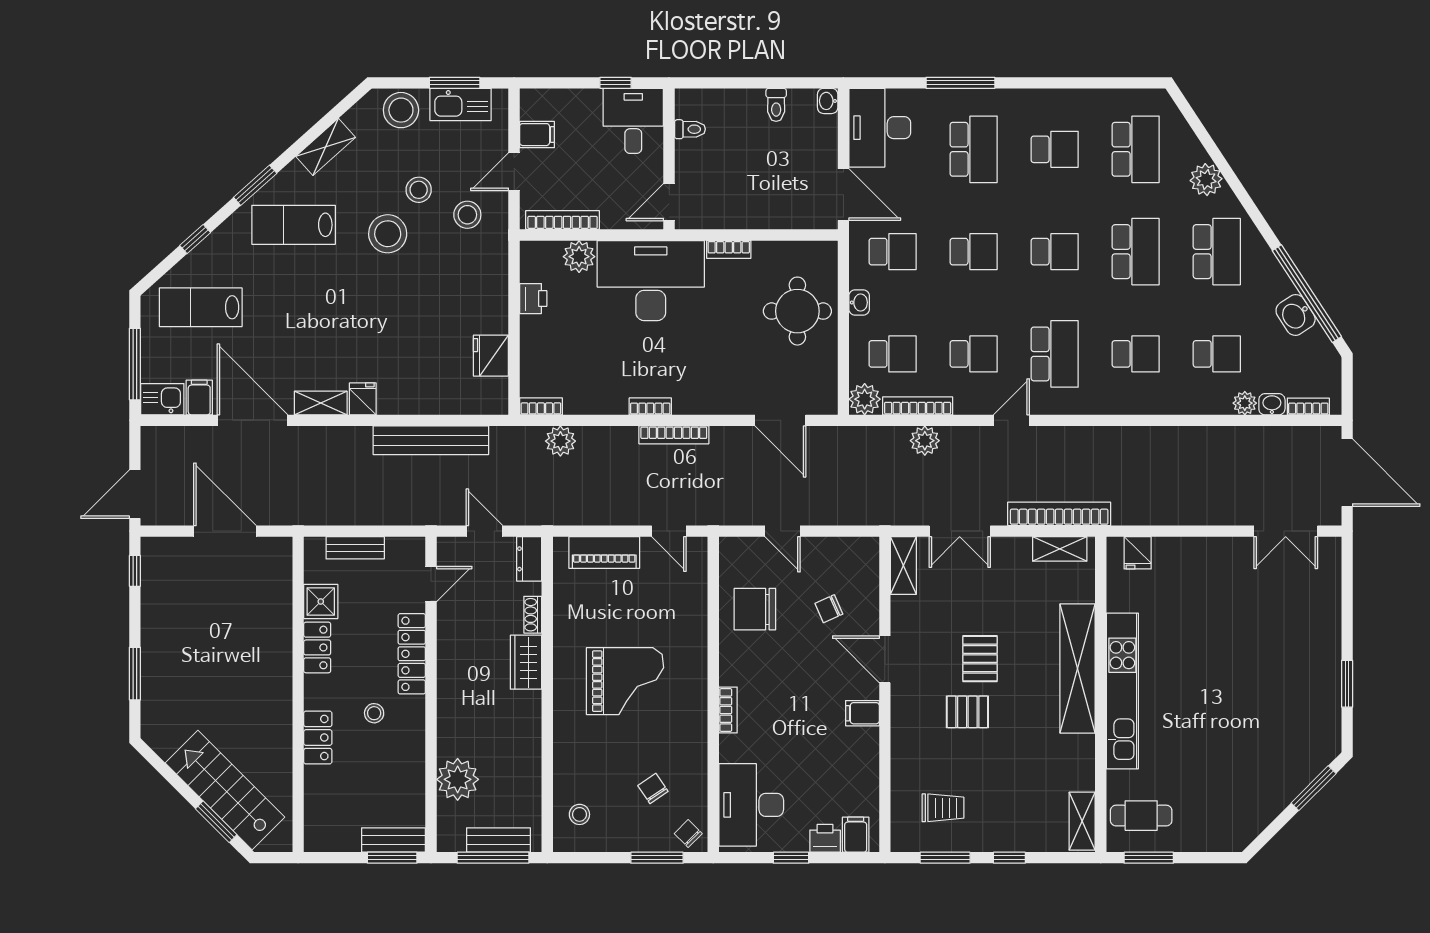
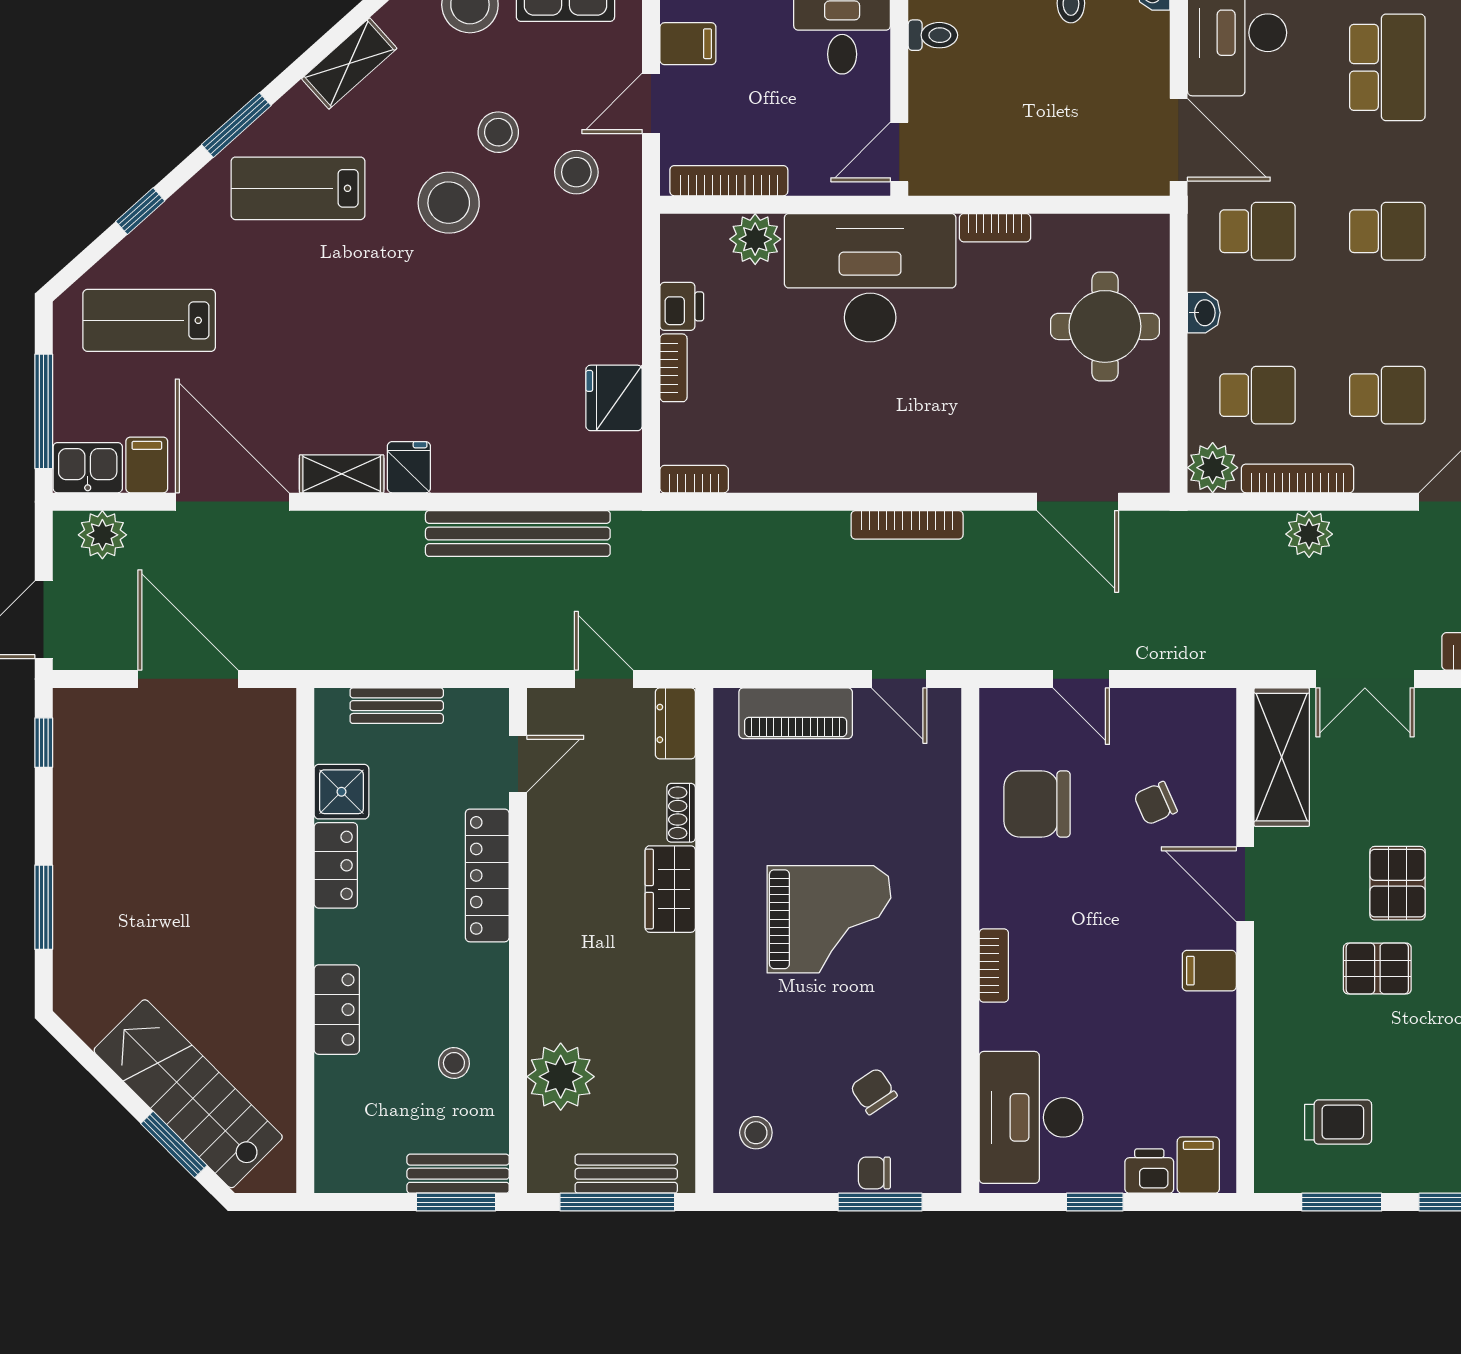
bookcase: (650, 406) -> (673, 368), moved, turned 90
plant: (560, 441) -> (102, 535), moved
shelving: (903, 566) -> (1282, 757), width x1.50, depth x1.33
stool: (374, 713) -> (454, 1063), moved
chair: (688, 834) -> (874, 1173), moved, turned -45

